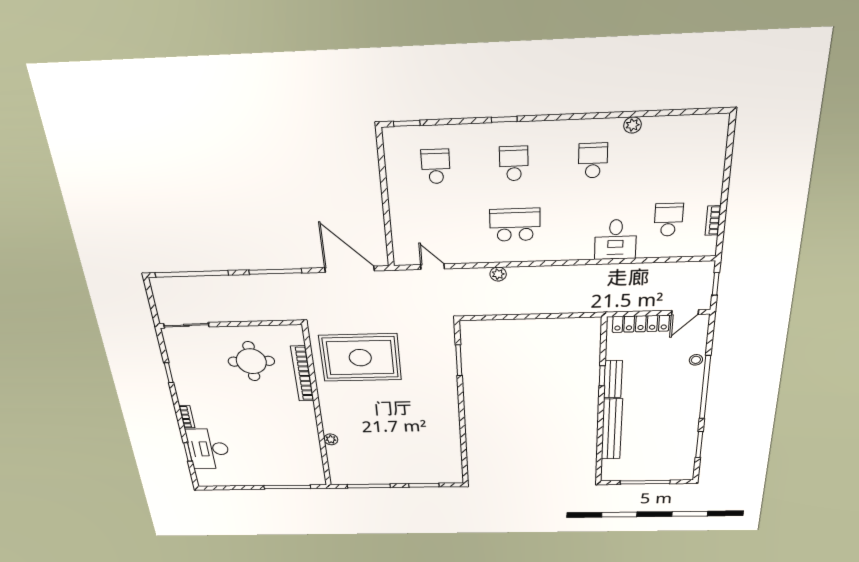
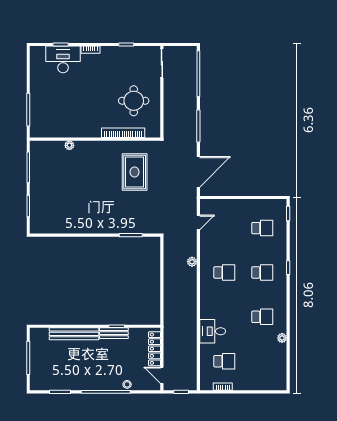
school desk: (515, 225) -> (224, 272), width x0.54
rug: (360, 358) -> (135, 172), width x0.73, depth x0.69

